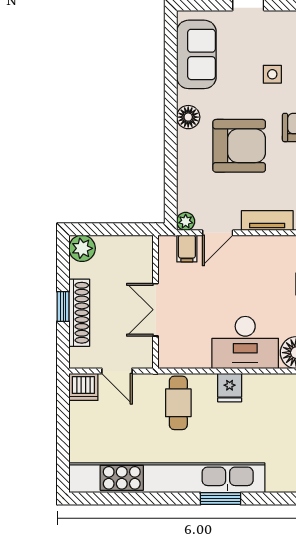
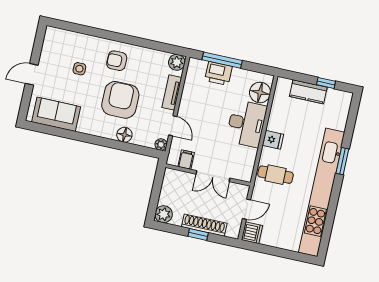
floor lamp: (188, 117) -> (124, 135), moved
filing cabinet: (187, 249) -> (186, 160), moved, turned -90

